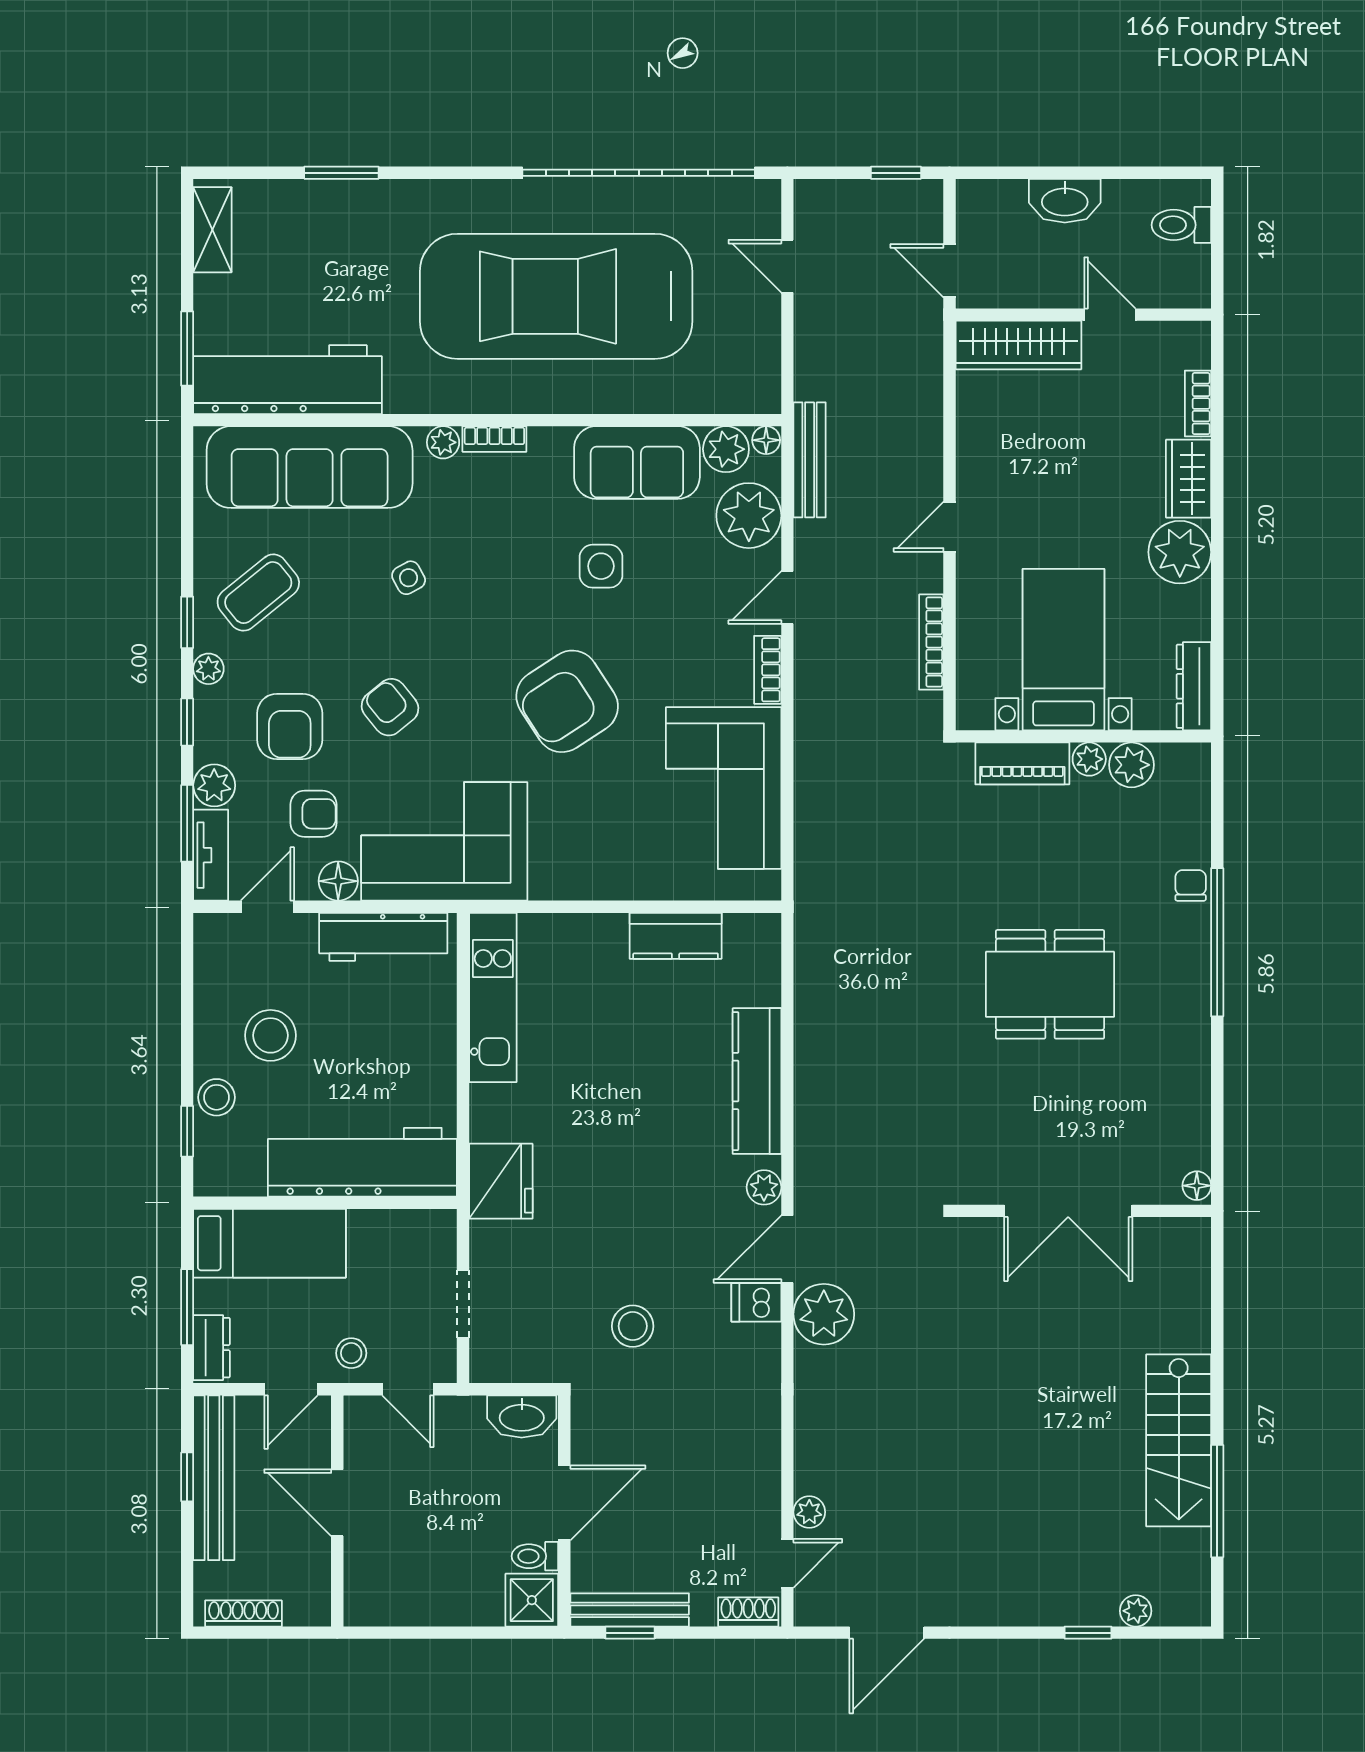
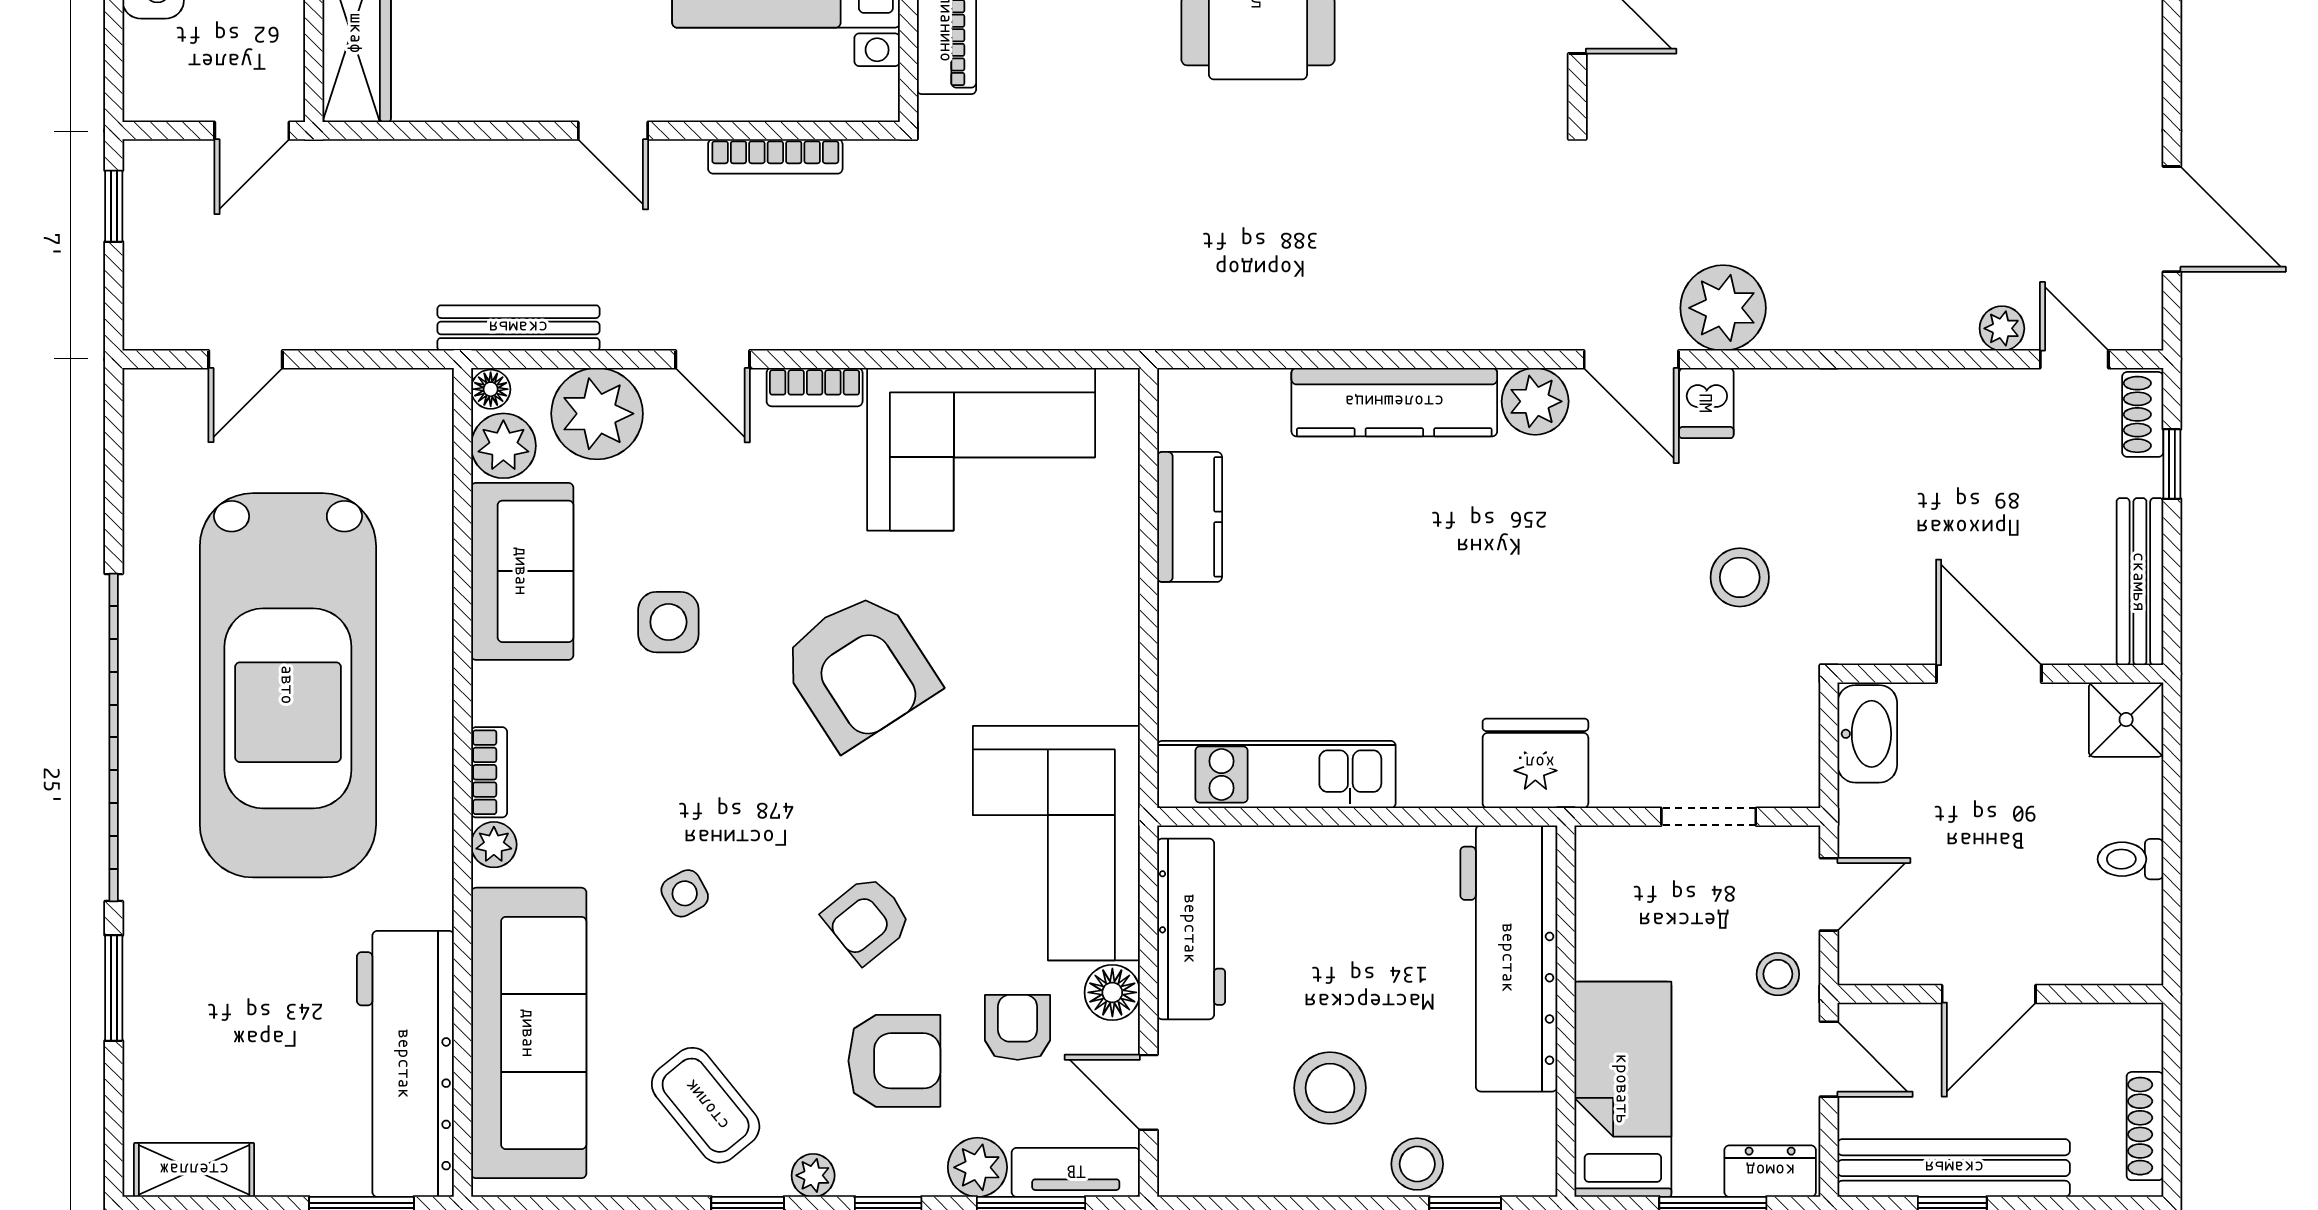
garage door: (639, 173) -> (114, 737), moved
plant: (764, 1187) -> (1535, 401), width x1.38, depth x1.38
toilet: (535, 1556) -> (2130, 859), moved, turned 90
window: (630, 1633) -> (2172, 464), moved

